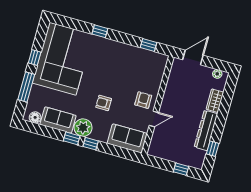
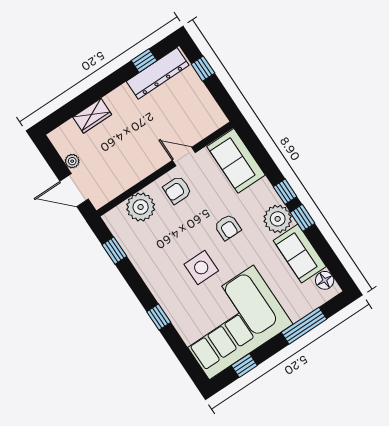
window: (35, 57) -> (244, 366), moved
side table: (100, 73) -> (201, 267), added
plant: (217, 74) -> (72, 161), moved
plant: (154, 77) -> (141, 207), added
dresser: (206, 130) -> (158, 73), moved

